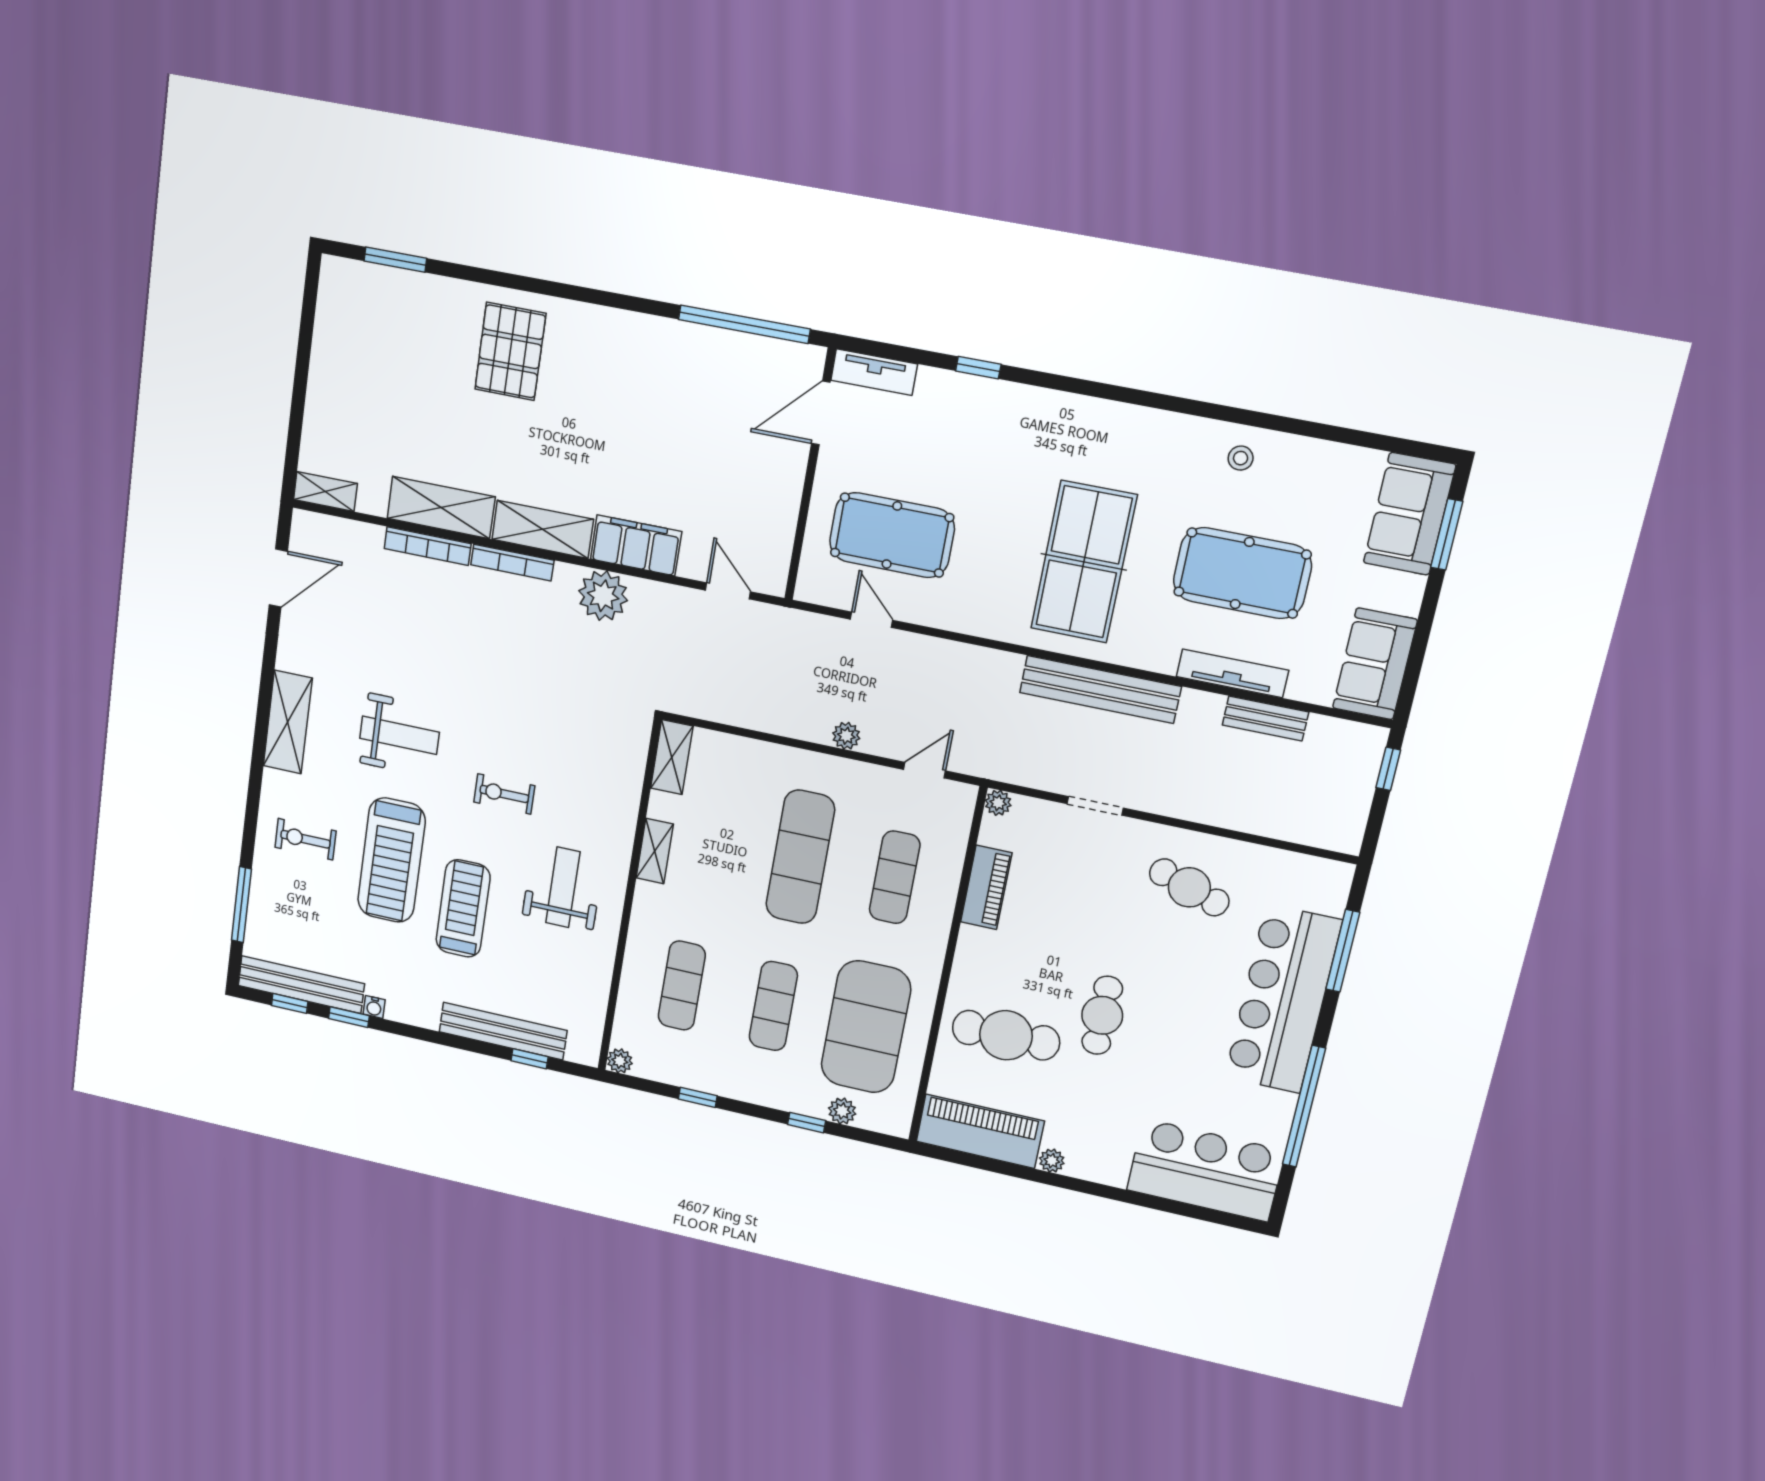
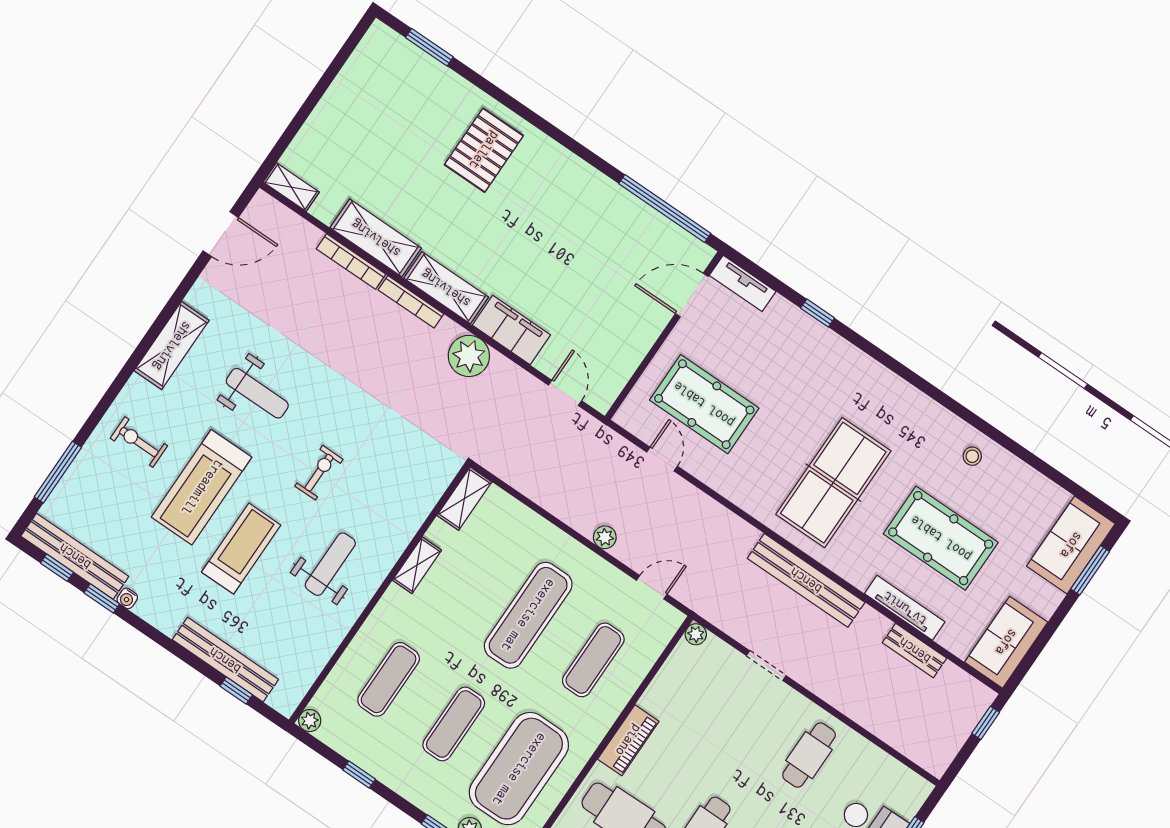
exercise bike: (504, 794) -> (319, 473), turned 90
piano: (986, 887) -> (628, 740), moved
cafe table: (1189, 887) -> (809, 755), turned 71

